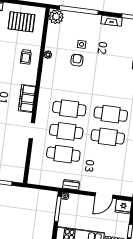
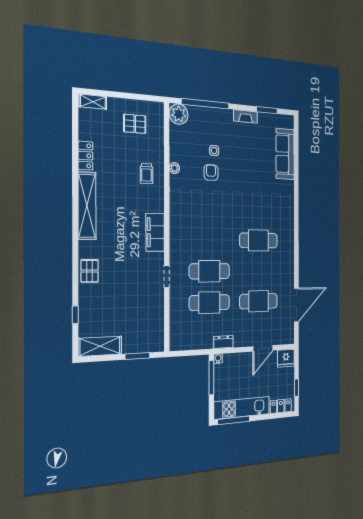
pallet: (21, 22) -> (135, 124), width x0.67, depth x0.71
cafe table: (69, 109) -> (209, 240), removed
cafe table: (108, 137) -> (259, 301), moved

